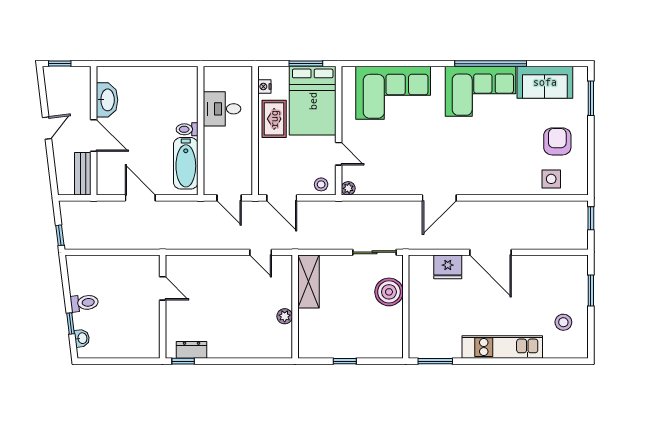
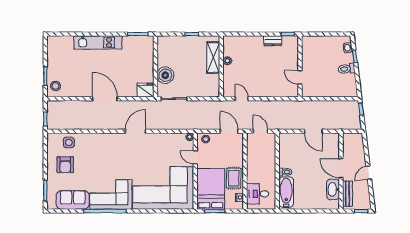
corner sofa: (393, 93) -> (163, 188), width x1.36, depth x1.36
desk: (222, 109) -> (258, 194), moved, turned 180
bathtub: (186, 163) -> (286, 192), moved
bench: (83, 174) -> (347, 194), moved
fridge: (448, 267) -> (145, 90), moved
shelving: (308, 282) -> (213, 57), moved
stool: (563, 322) -> (56, 86), moved
dresser: (191, 350) -> (273, 41), moved

